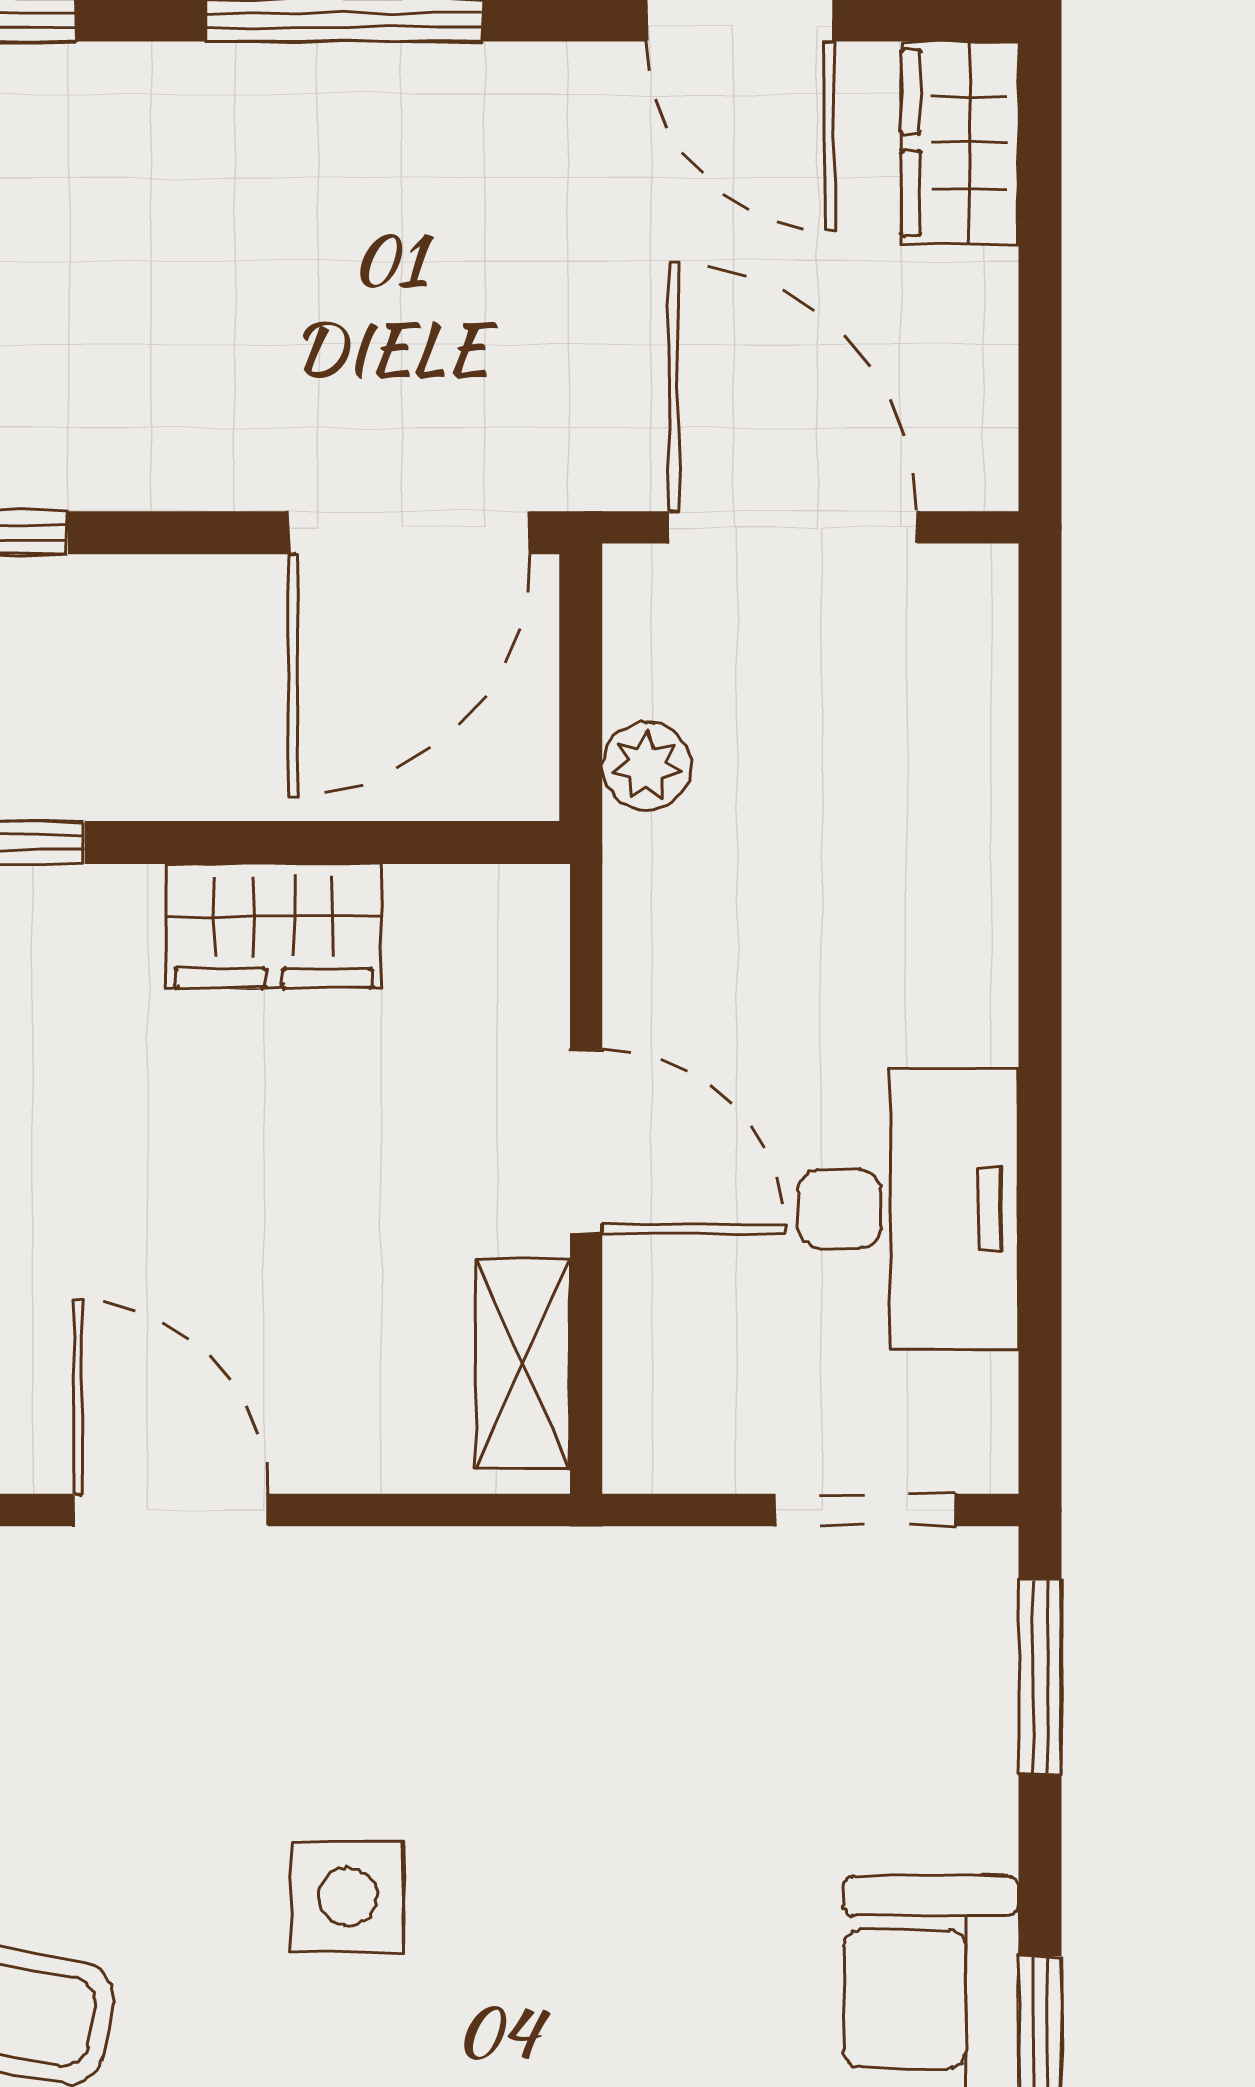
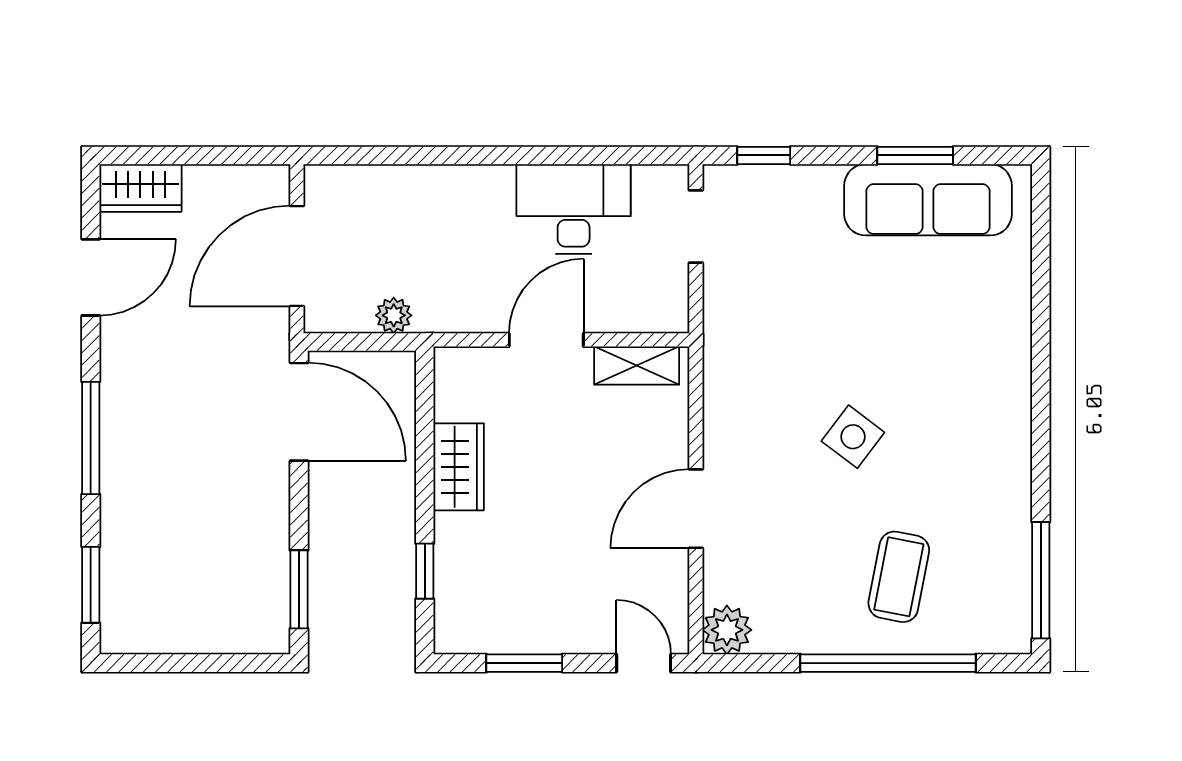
window: (1040, 1677) -> (764, 155), width x0.67
side table: (348, 1897) -> (853, 437), turned 37

